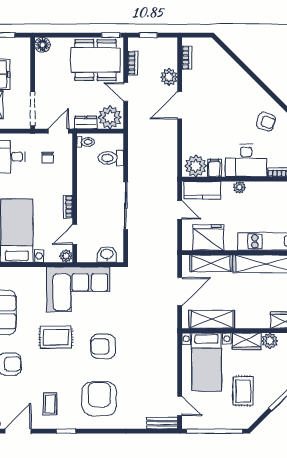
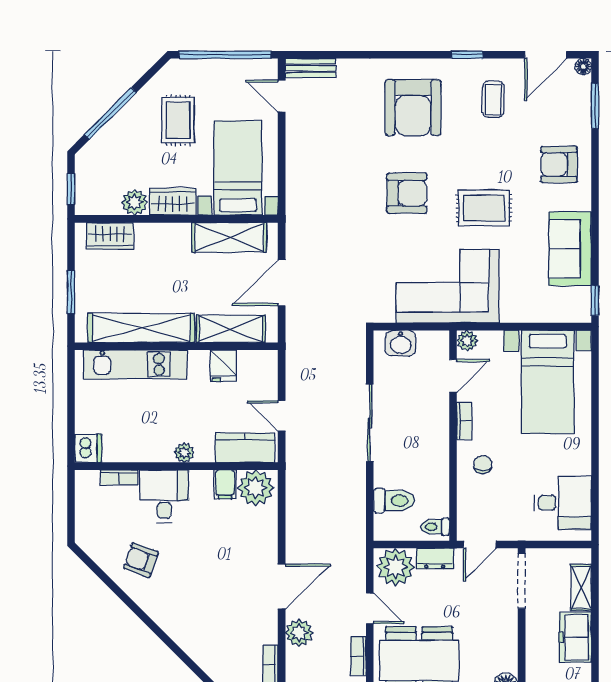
chair: (47, 158) -> (483, 464), moved
desk: (246, 161) -> (164, 496), width x0.73
fridge: (208, 237) -> (223, 366), width x0.53, depth x0.75

